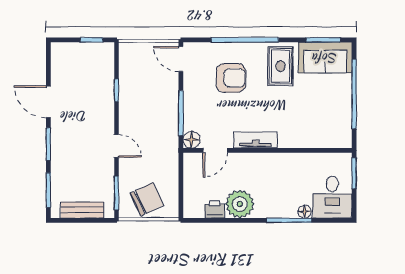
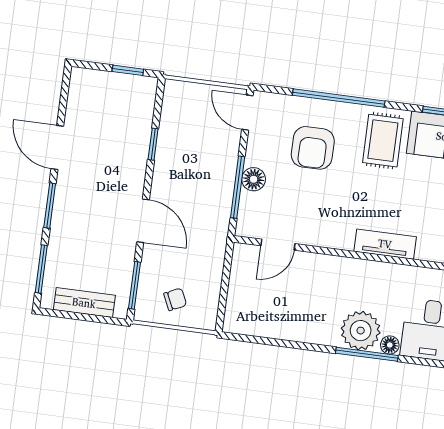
armchair: (231, 78) -> (313, 148), turned 90
floor lamp: (192, 140) -> (254, 179), moved
tv unit: (255, 140) -> (385, 244), moved
door: (116, 146) -> (143, 221), width x1.38
chair: (147, 199) -> (175, 299), width x0.54, depth x0.54
plant: (240, 204) -> (361, 331), moved
printer: (214, 209) -> (266, 326), removed

